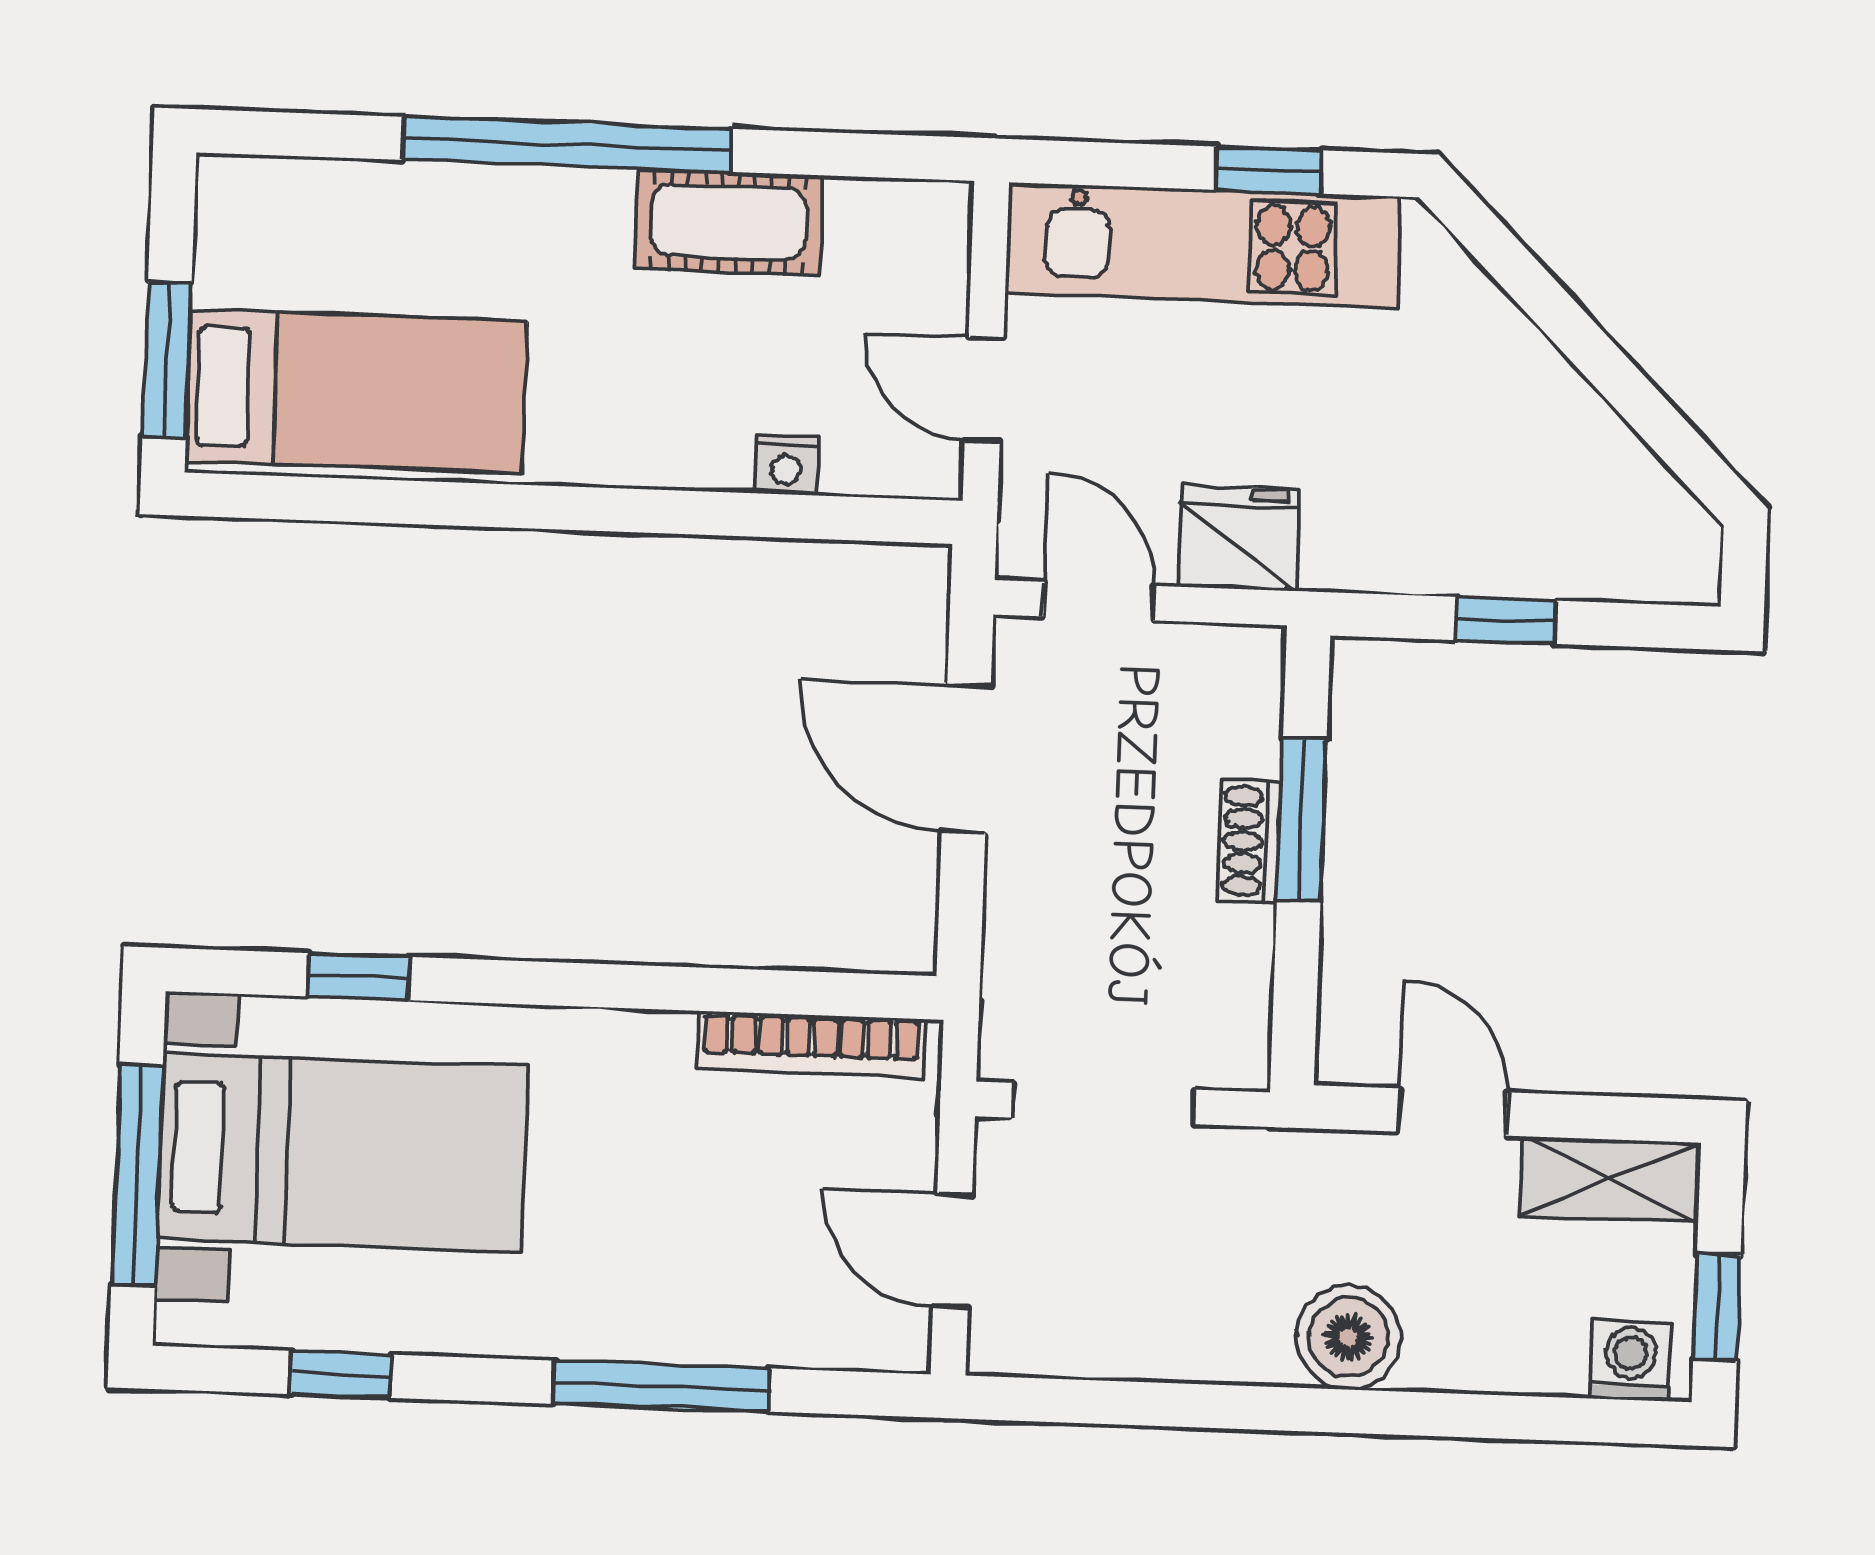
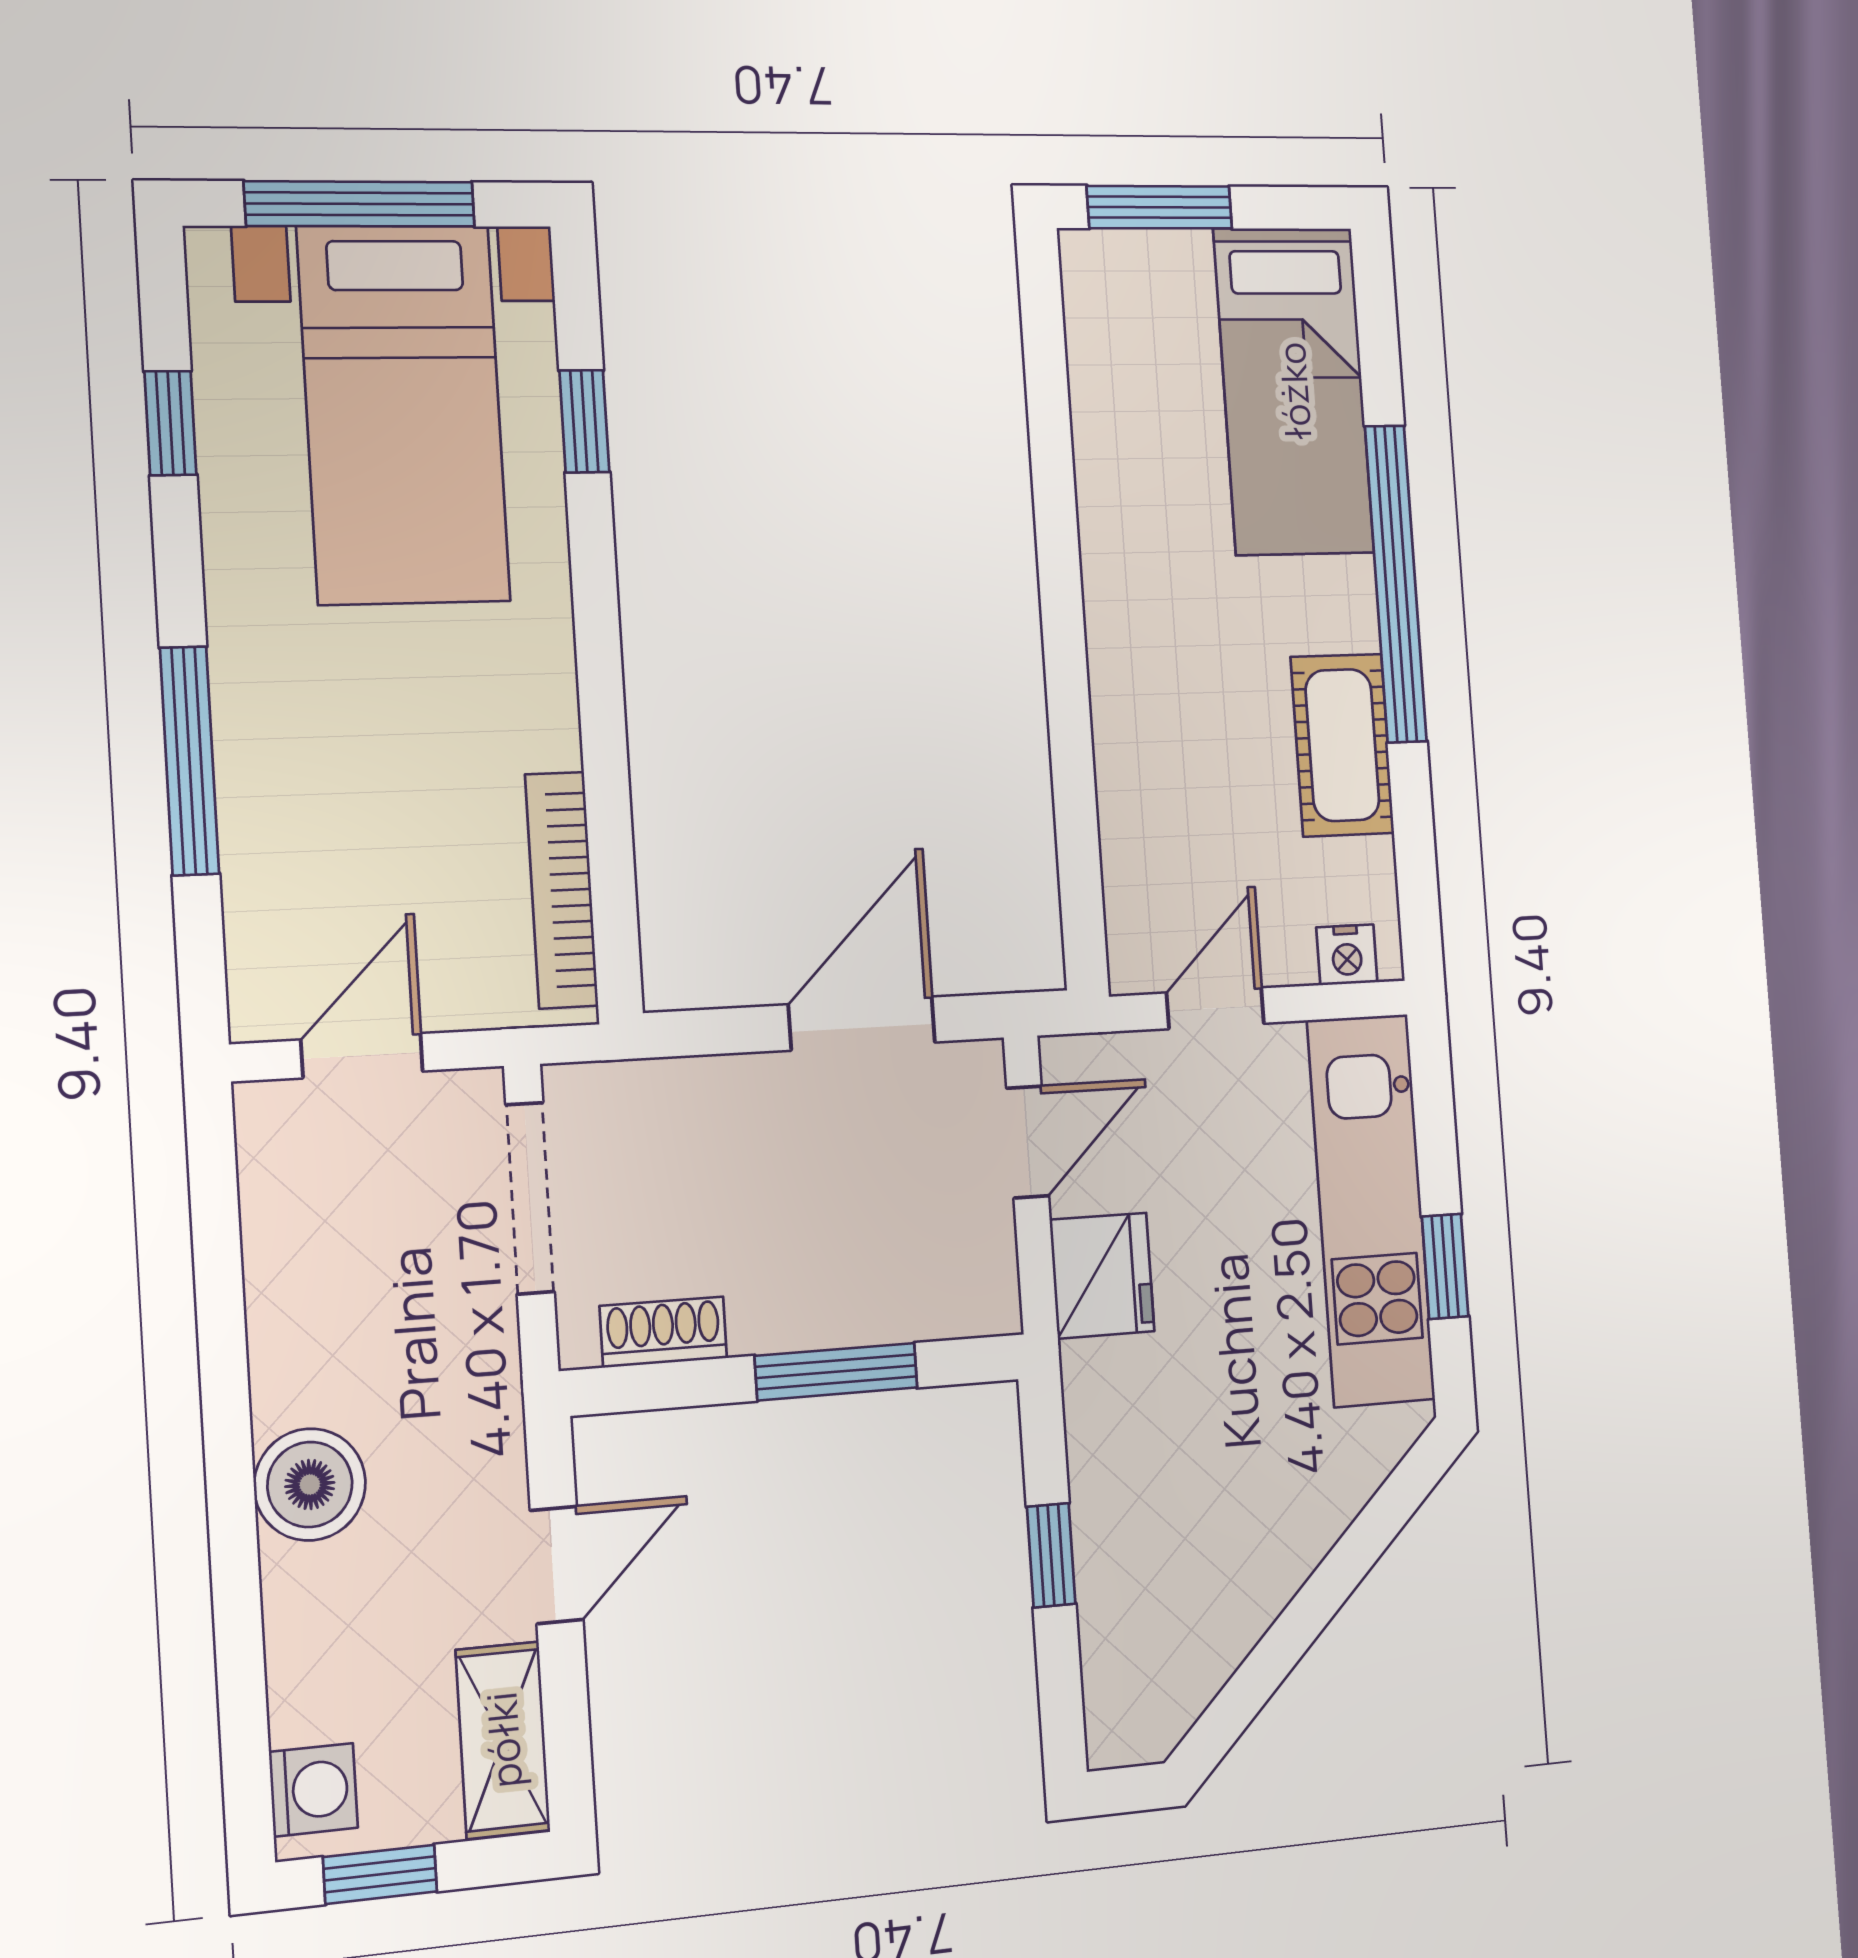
bed: (356, 391) -> (1294, 391), moved
nightstand: (786, 465) -> (1347, 955), moved, turned -90
shoe rack: (1250, 841) -> (663, 1332), moved

